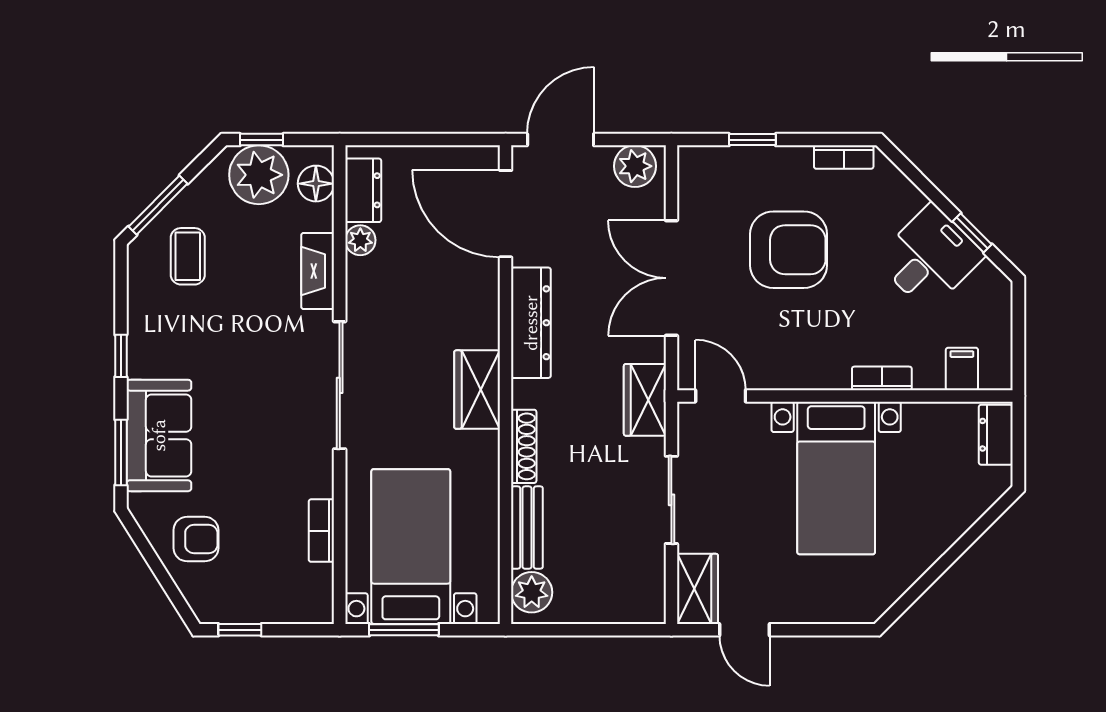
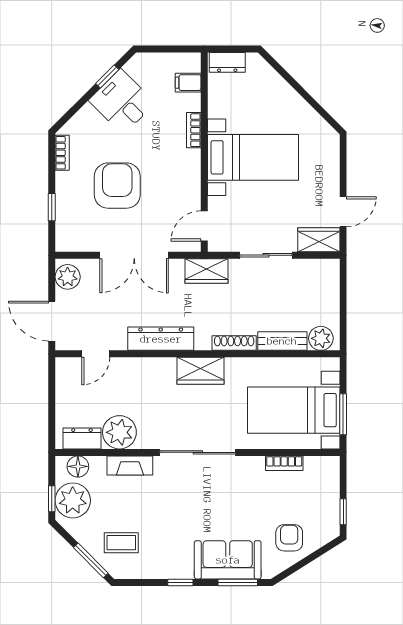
door: (506, 214) -> (96, 354), width x0.53
plant: (360, 240) -> (119, 432), width x1.88, depth x1.88

